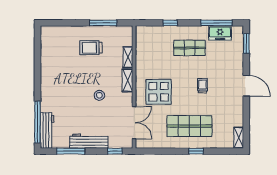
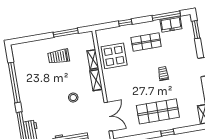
window: (38, 68) -> (14, 83), added
display table: (159, 92) -> (114, 56), moved

